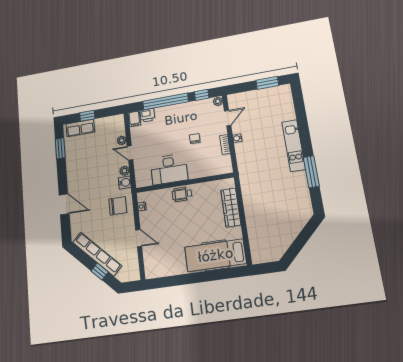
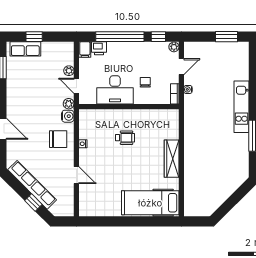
desk: (169, 169) -> (115, 90), moved
wall: (184, 183) -> (129, 107), moved
wheelchair: (182, 194) -> (125, 138), turned 180

